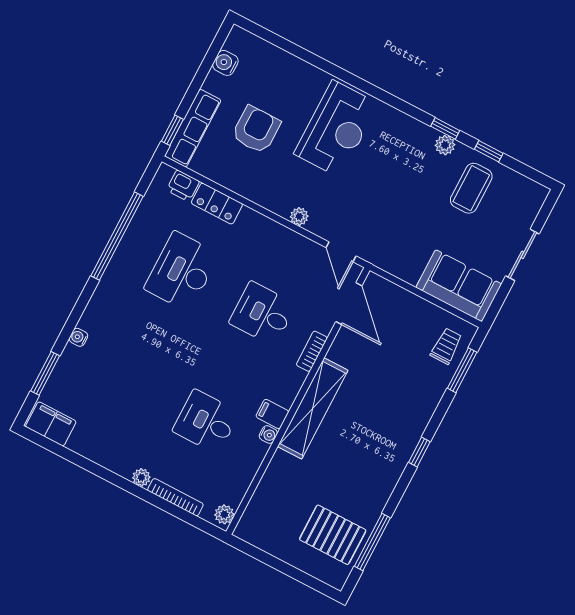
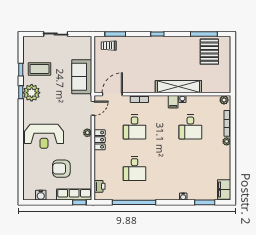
reception desk: (336, 129) -> (44, 136), turned 180
plant: (445, 145) -> (32, 93), width x1.88, depth x1.88
locker: (217, 204) -> (100, 140), moved
desk: (182, 271) -> (135, 169), width x0.73
sofa: (459, 286) -> (82, 77), moved
shelving: (313, 408) -> (178, 87), moved

